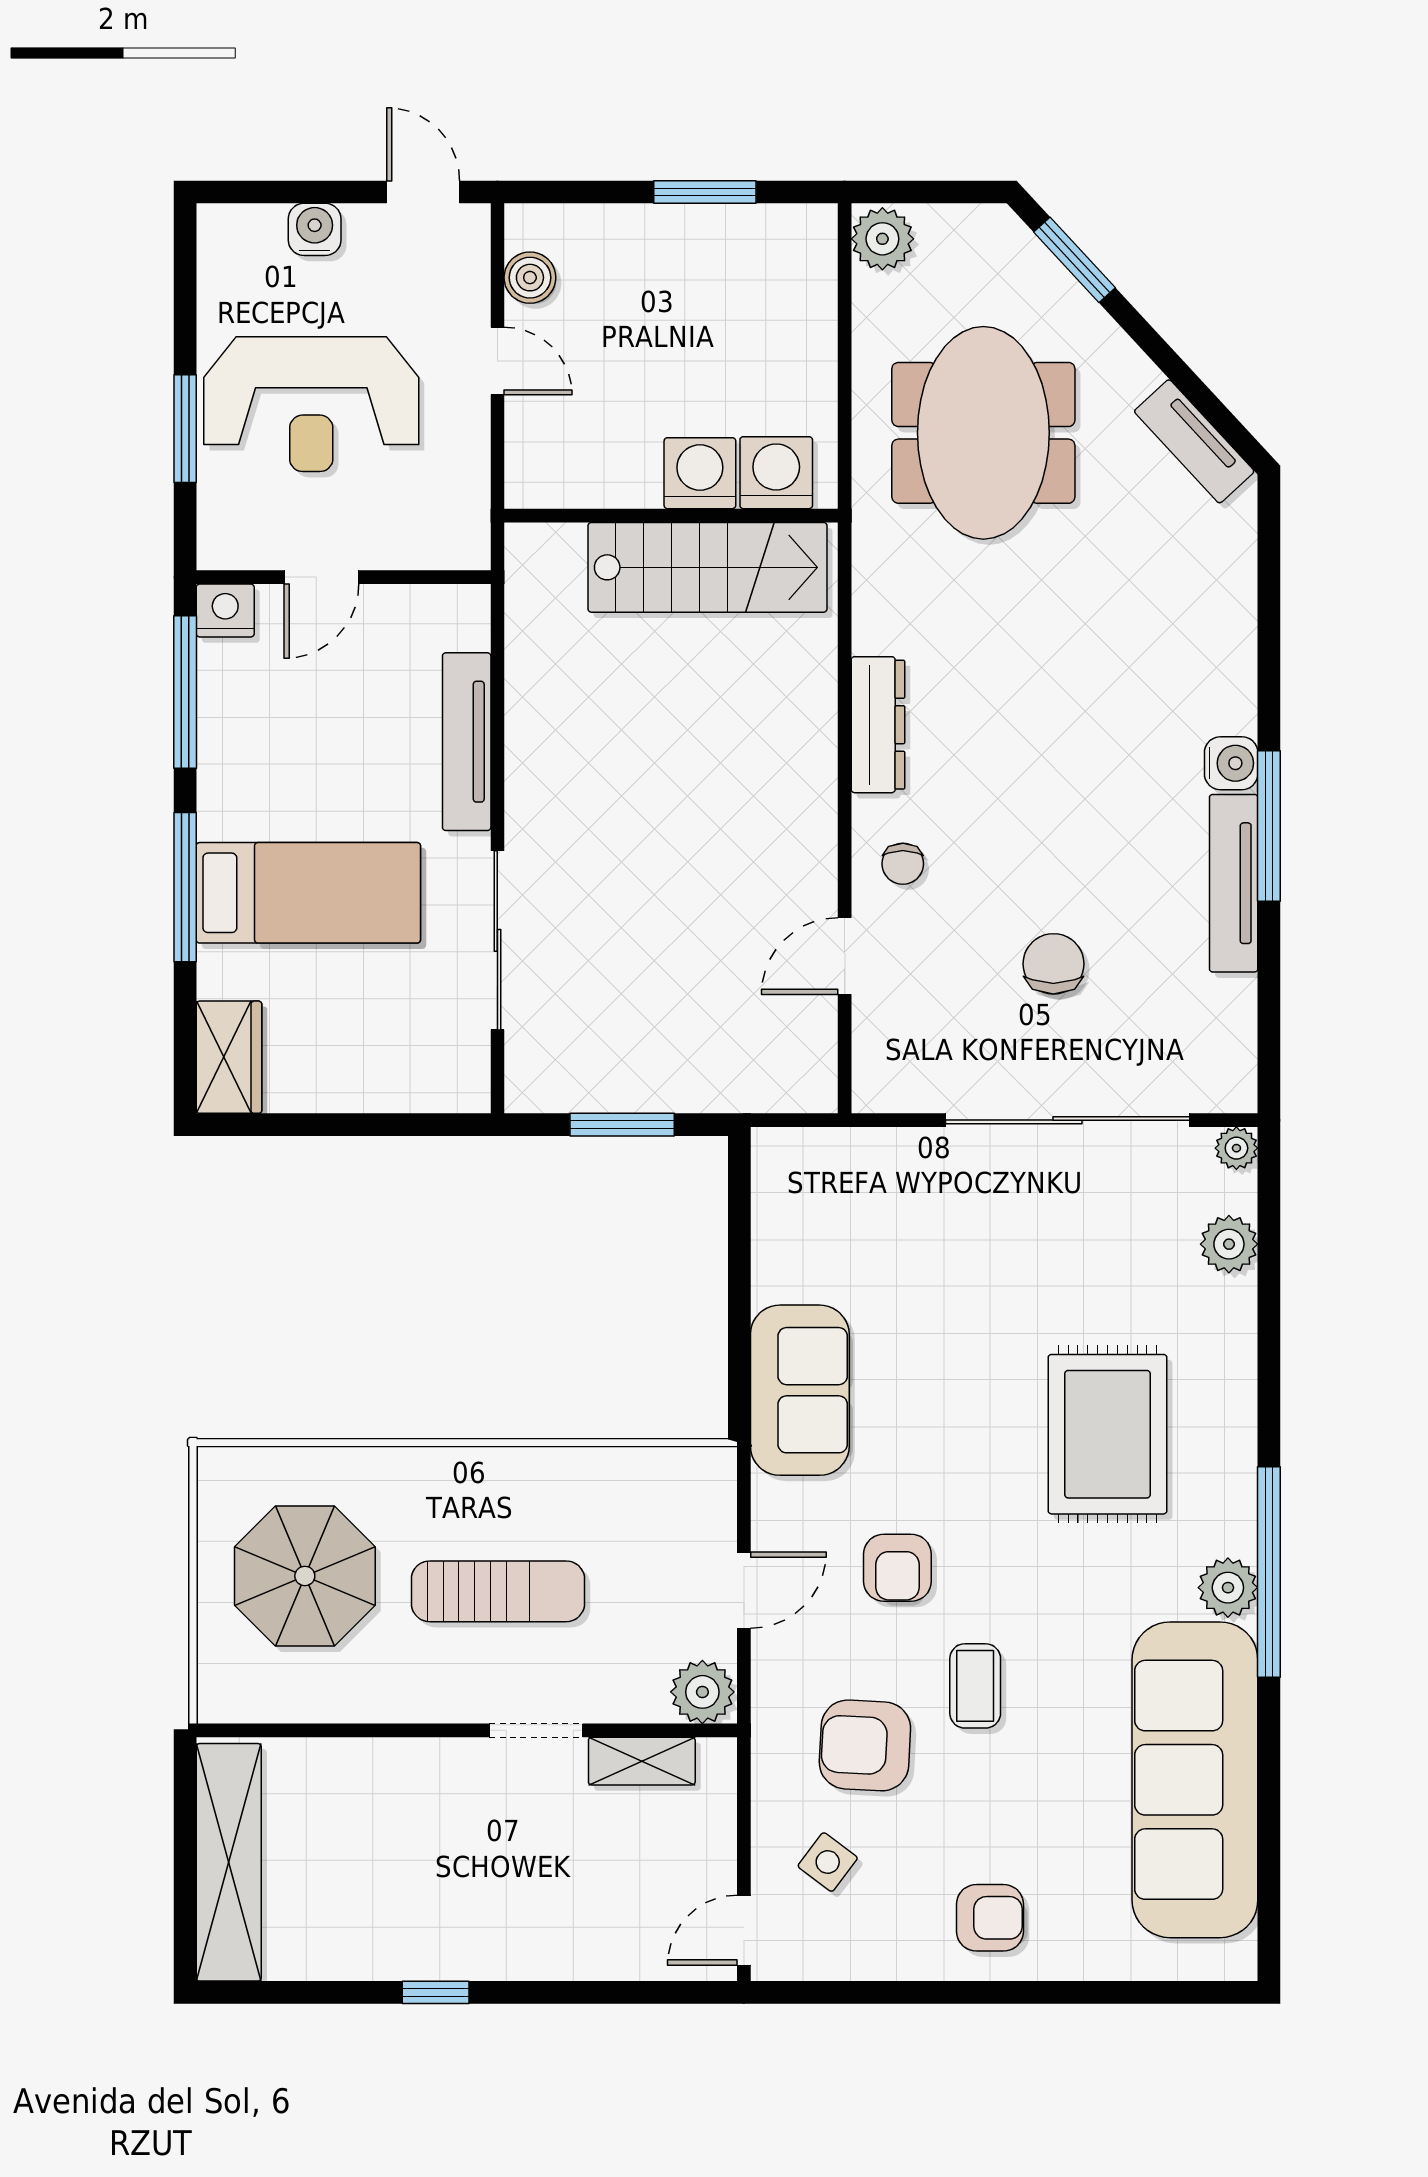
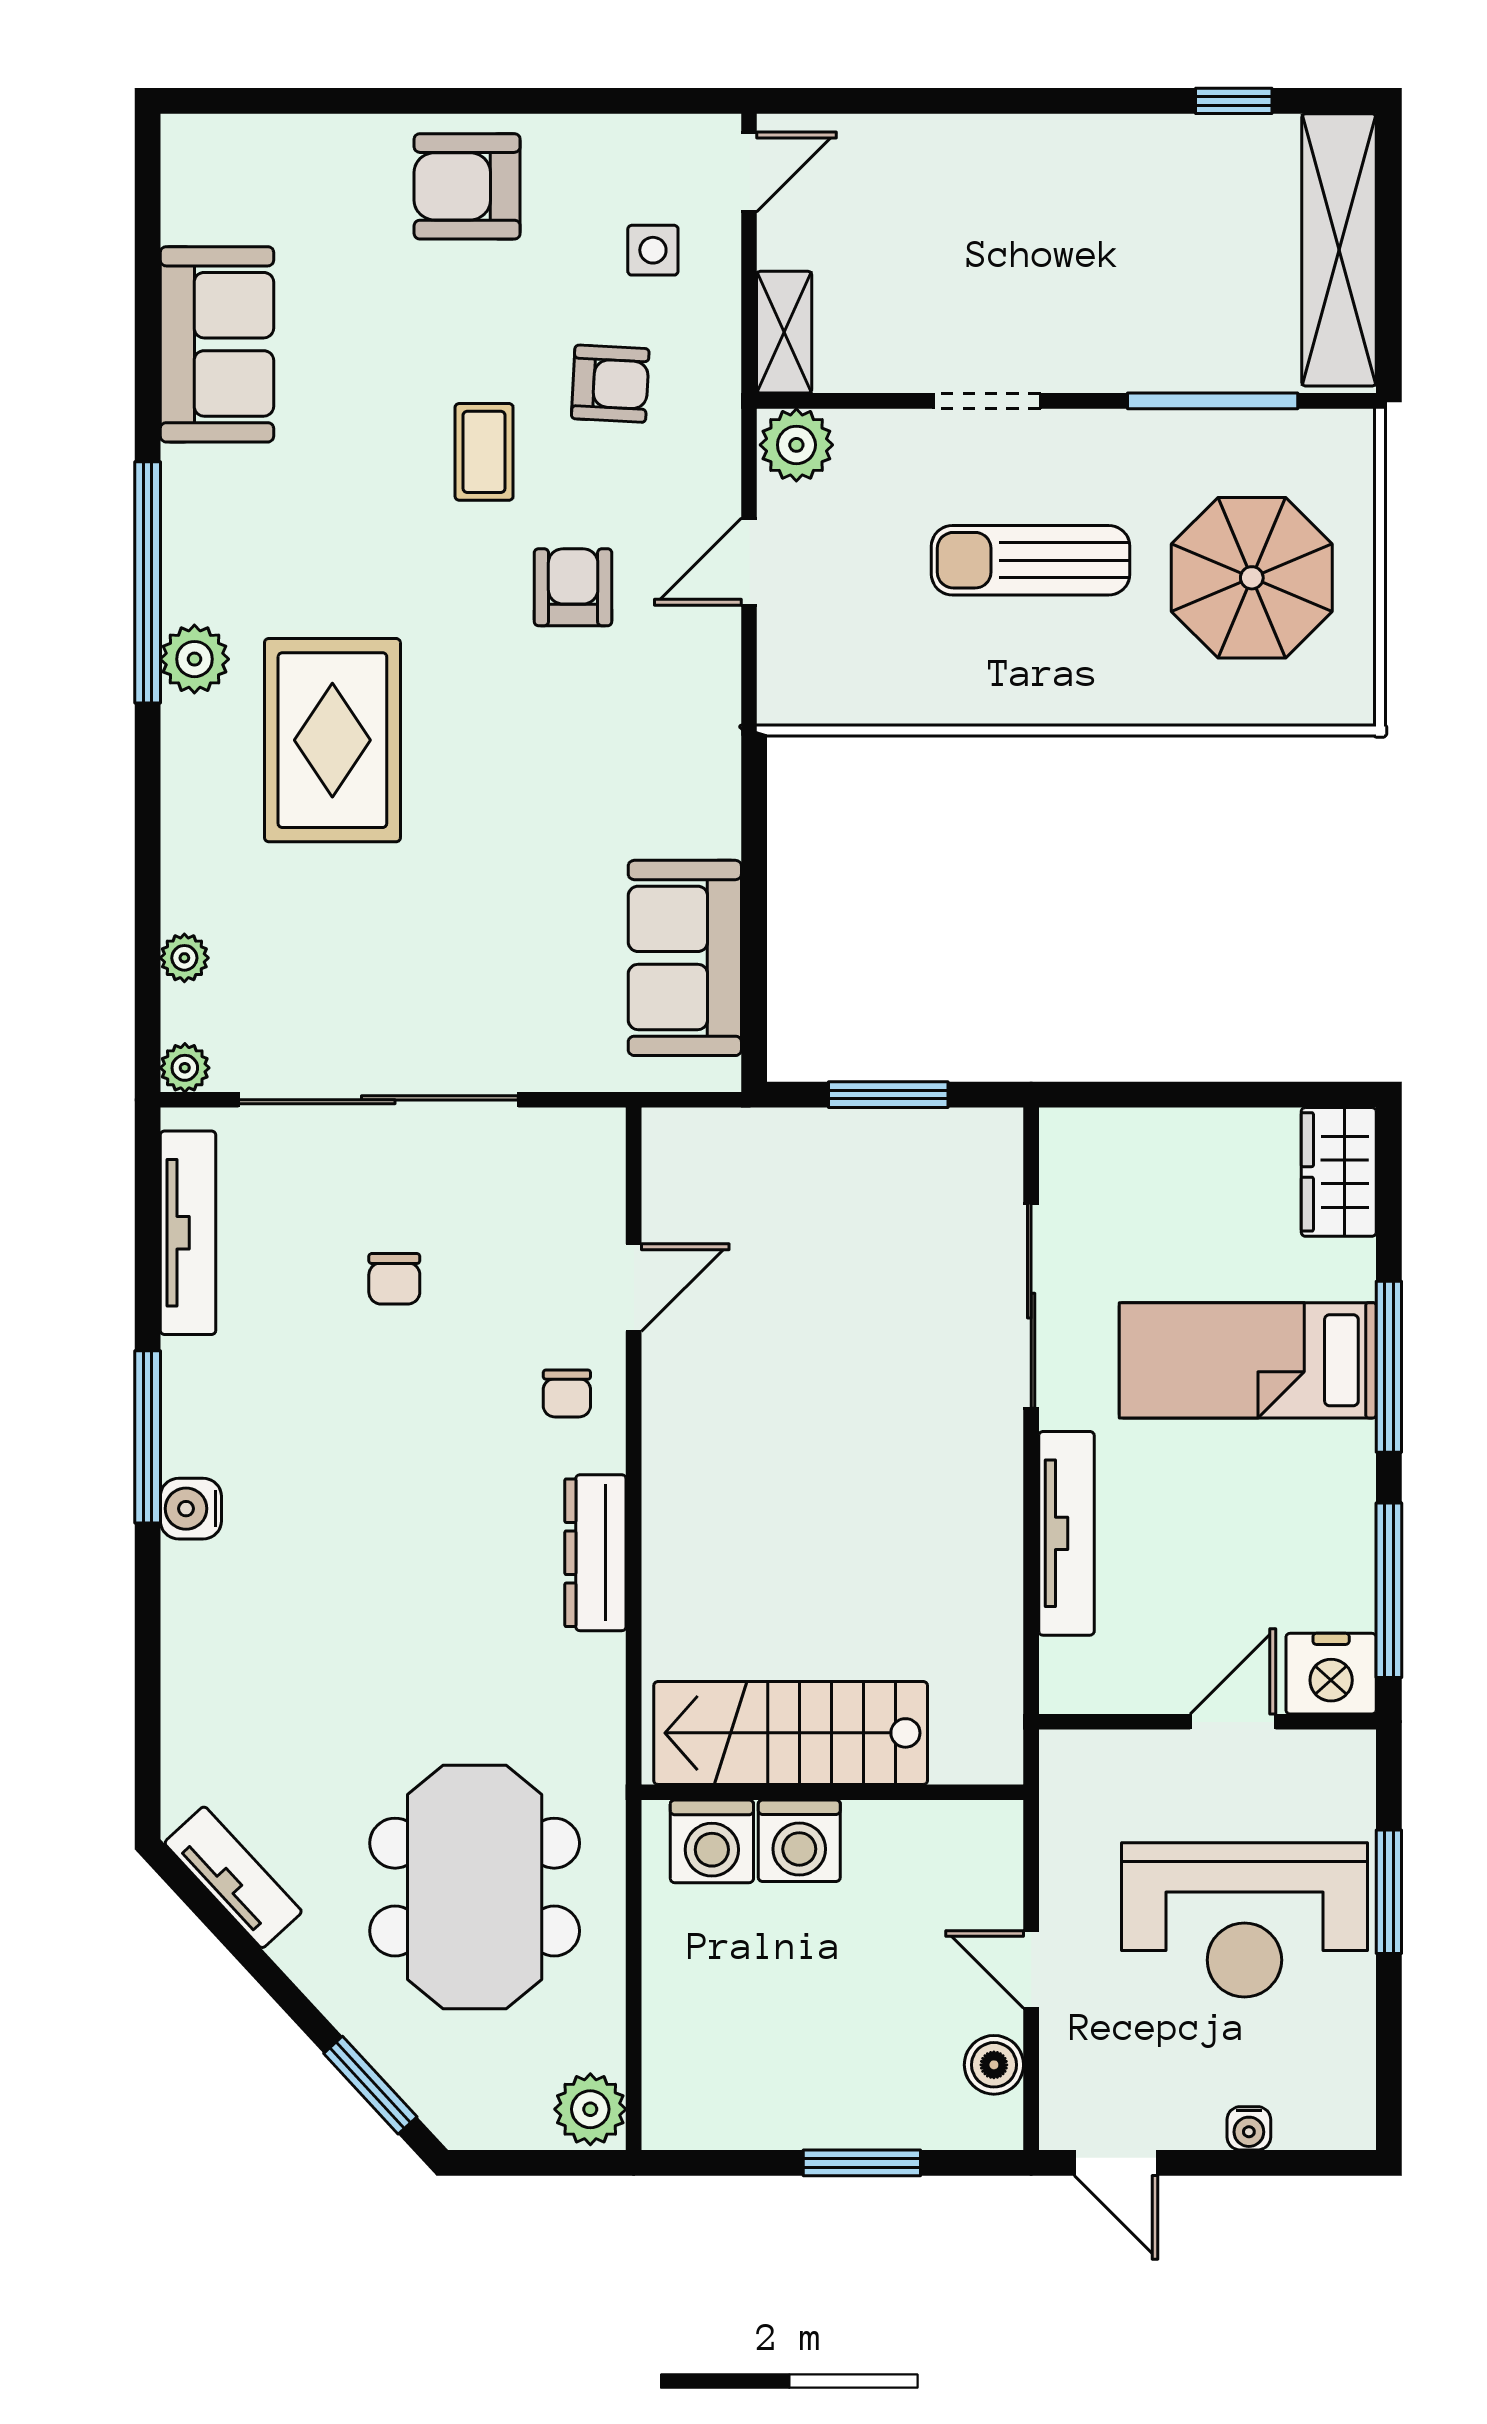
window: (705, 192) -> (862, 2163), moved
water cooler: (315, 229) -> (1249, 2128), width x0.72, depth x0.72
reception desk: (311, 404) -> (1244, 1920), turned 180
nightstand: (225, 610) -> (1331, 1674), width x1.36, depth x1.33
chair: (903, 864) -> (567, 1393), turned 180
tv unit: (1234, 883) -> (188, 1233), moved
chair: (1053, 964) -> (394, 1279), width x0.73, depth x0.73
plant: (1229, 1244) -> (184, 958), width x0.73, depth x0.73
sofa: (800, 1390) -> (685, 958), moved
plant: (1228, 1588) -> (194, 659), moved
window: (339, 1730) -> (1213, 401), added
armchair: (865, 1745) -> (610, 384), width x0.72, depth x0.72
shelving: (642, 1761) -> (784, 332), moved, turned 90
sofa: (1195, 1780) -> (217, 344), width x0.54, depth x0.79
side table: (828, 1862) -> (653, 250), turned -37
armchair: (990, 1918) -> (467, 186), width x1.38, depth x1.38
window: (436, 1992) -> (1234, 101), moved

